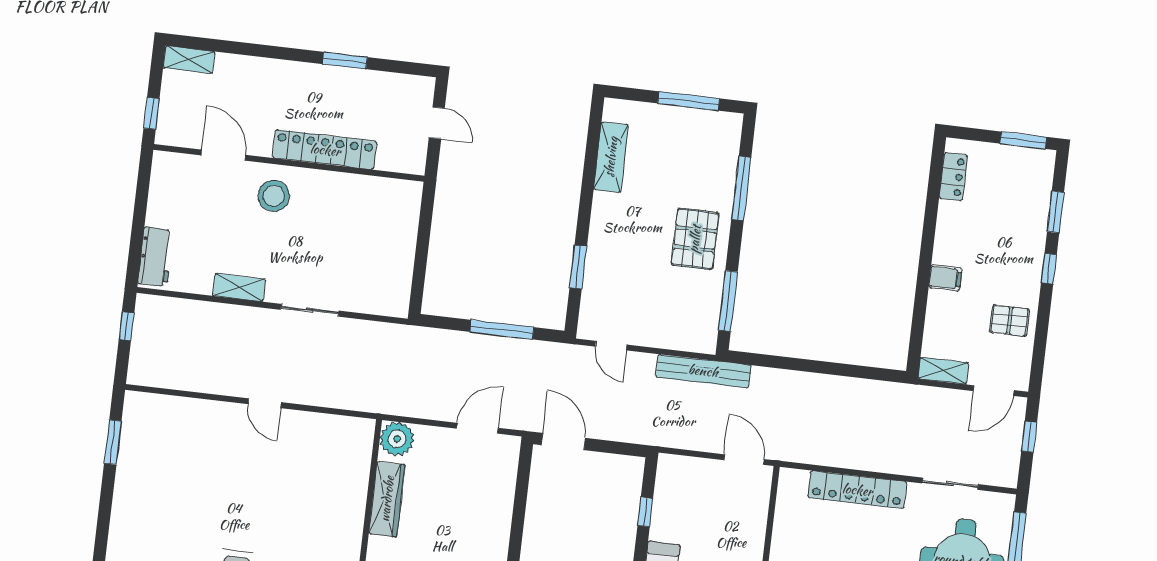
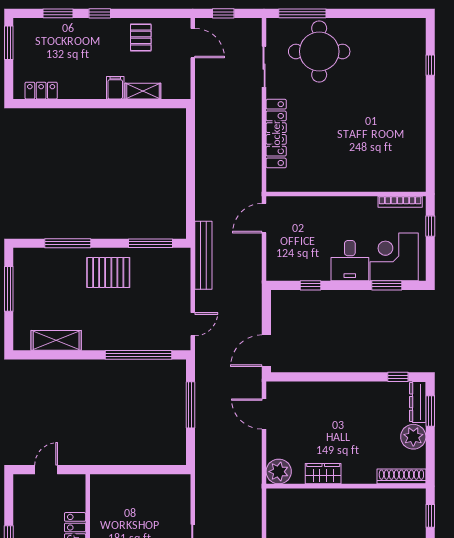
window: (578, 267) -> (139, 355), width x2.11
shelving: (943, 371) -> (143, 91), moved, turned 90
wardrobe: (387, 499) -> (323, 474), width x0.67

